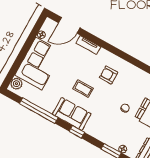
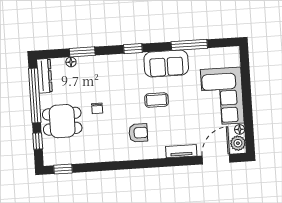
plant: (16, 84) -> (238, 143), moved
window: (39, 111) -> (189, 45), width x0.68
sofa: (72, 114) -> (166, 64), moved

